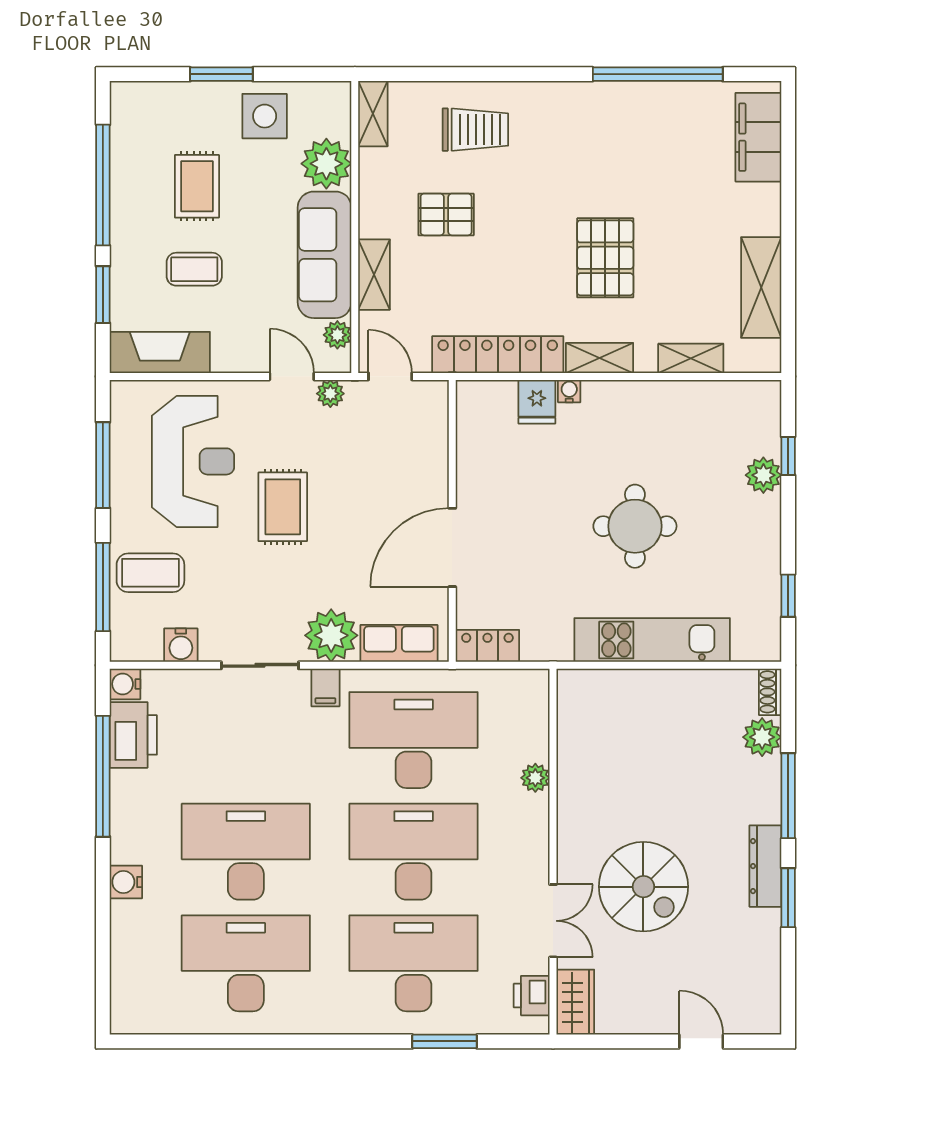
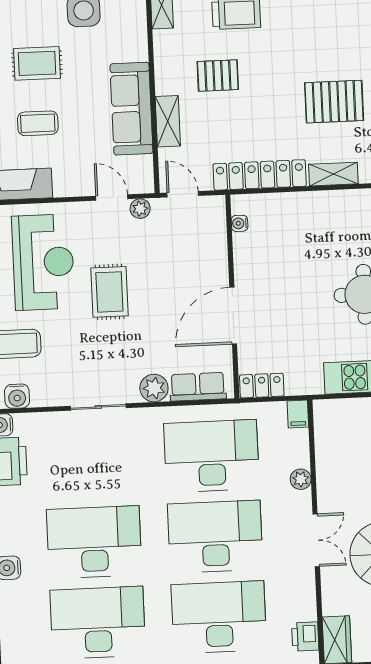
plant: (326, 164) -> (130, 43), removed
rug: (197, 186) -> (37, 63), turned 90
pallet: (605, 258) -> (334, 102), turned 90
plant: (337, 335) -> (143, 166), removed
water cooler: (569, 391) -> (240, 223), moved, turned -90
fridge: (537, 402) -> (289, 208), removed
plant: (331, 635) -> (154, 388), width x0.73, depth x0.73
water cooler: (181, 645) -> (17, 396), moved
filing cabinet: (325, 687) -> (298, 414), moved
double door: (553, 921) -> (316, 540), moved

